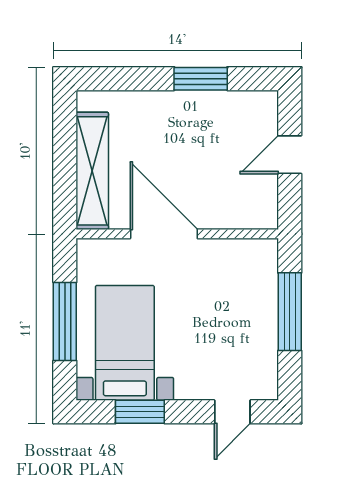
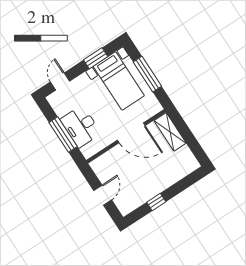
window: (201, 79) -> (156, 202), width x0.67
shelving: (92, 171) -> (170, 132), width x0.68
desk: (248, 306) -> (81, 126), added

